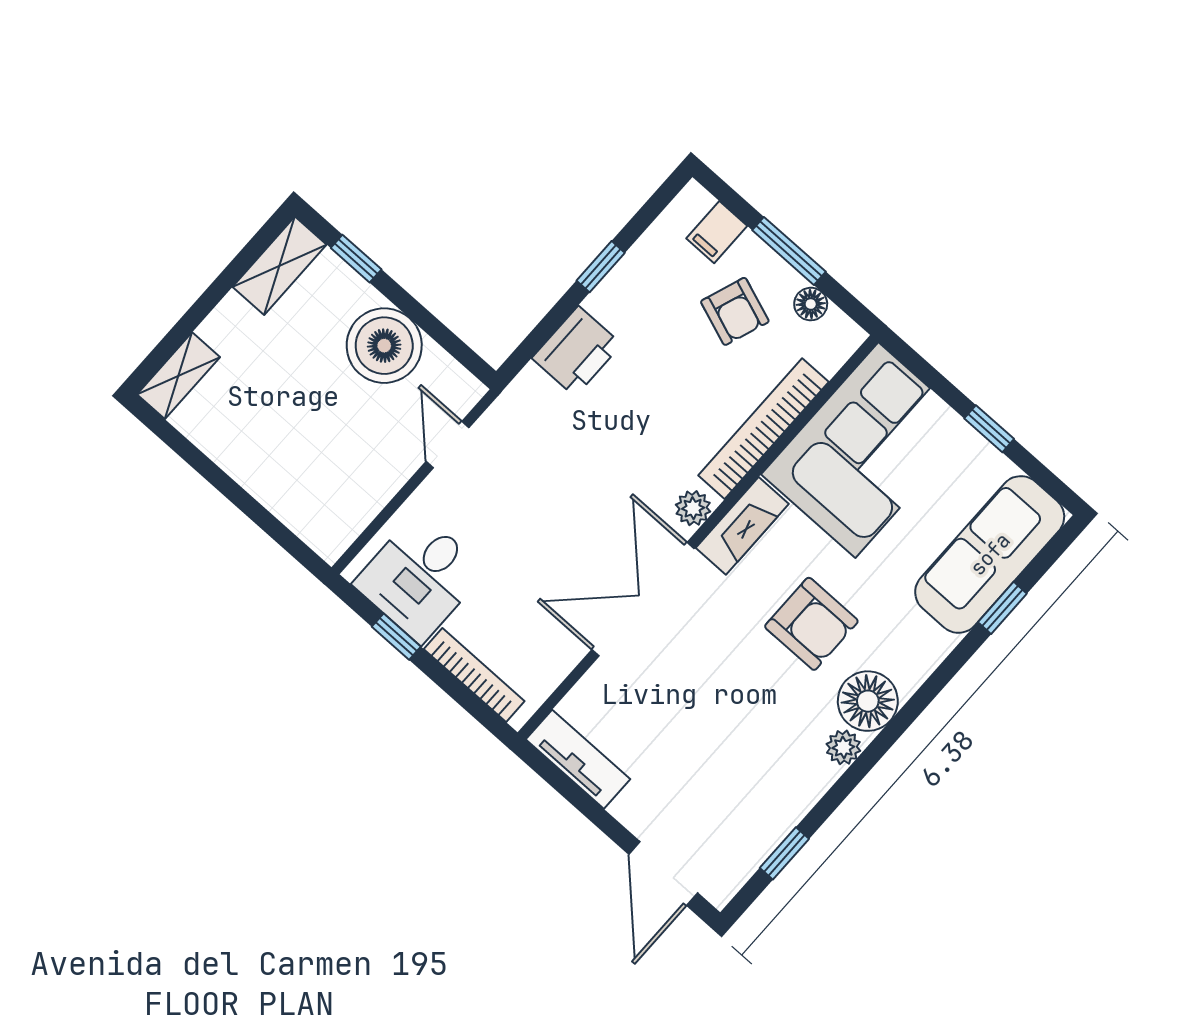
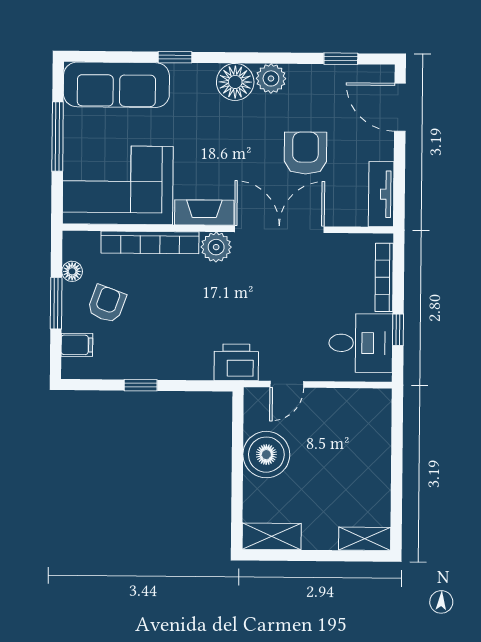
window: (356, 259) -> (237, 503), removed
printer: (577, 351) -> (236, 362), moved
window: (989, 429) -> (58, 137), width x2.17
plant: (693, 508) -> (216, 247), width x1.38, depth x1.38
double door: (643, 599) -> (279, 229), swing flipped
window: (1002, 608) -> (175, 57), moved
armchair: (811, 624) -> (305, 153), moved
plant: (843, 747) -> (271, 78), width x1.38, depth x1.38
door: (663, 874) -> (400, 107), swing flipped

